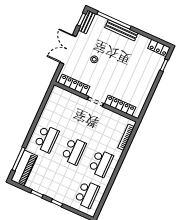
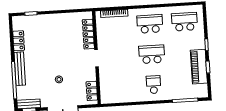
locker: (159, 48) -> (19, 41), moved
locker: (74, 85) -> (92, 91), width x0.66
school desk: (47, 139) -> (154, 85), width x0.54
piano: (24, 168) -> (199, 67), moved, turned -90

